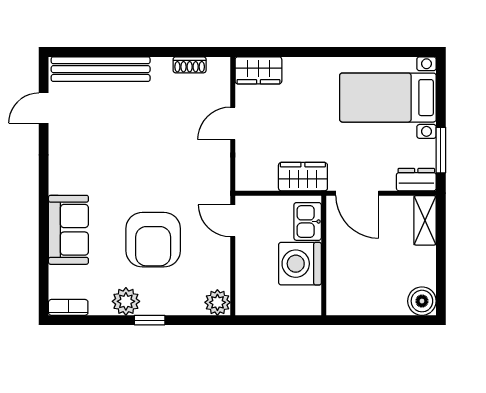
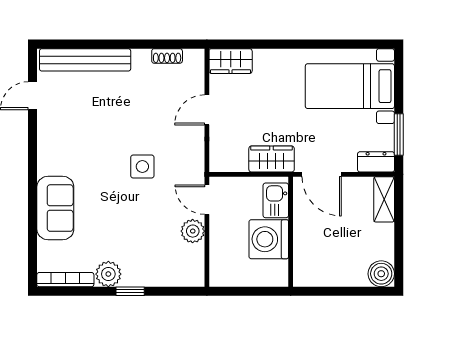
side table: (163, 185) -> (142, 167), added
armchair: (153, 240) -> (133, 217), removed
plant: (217, 302) -> (193, 231), moved
bookcase: (68, 307) -> (65, 280), width x1.56

